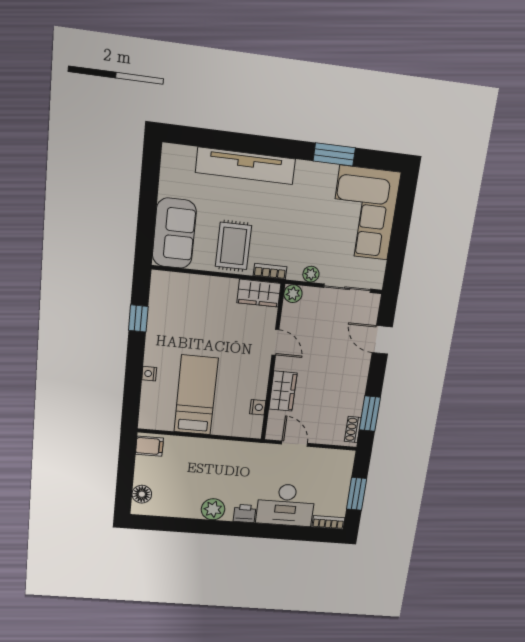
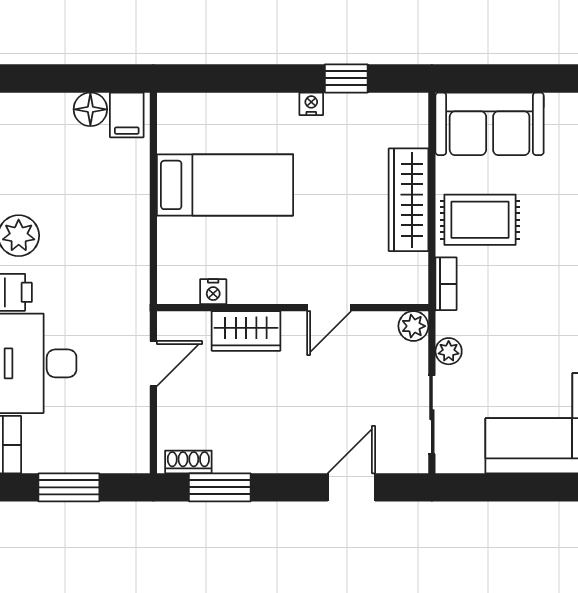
wardrobe: (259, 293) -> (409, 200), moved, width x1.50
nightstand: (149, 374) -> (311, 104), moved
floor lamp: (142, 494) -> (90, 109), moved

